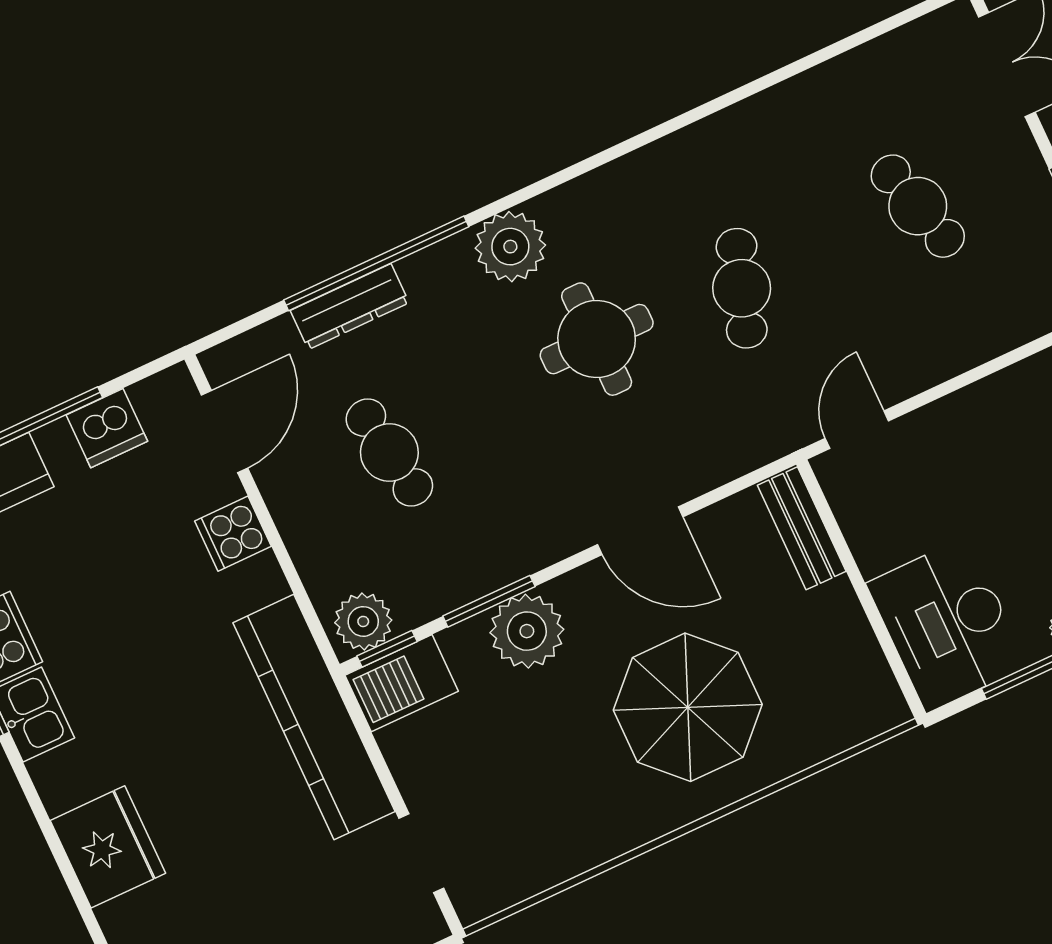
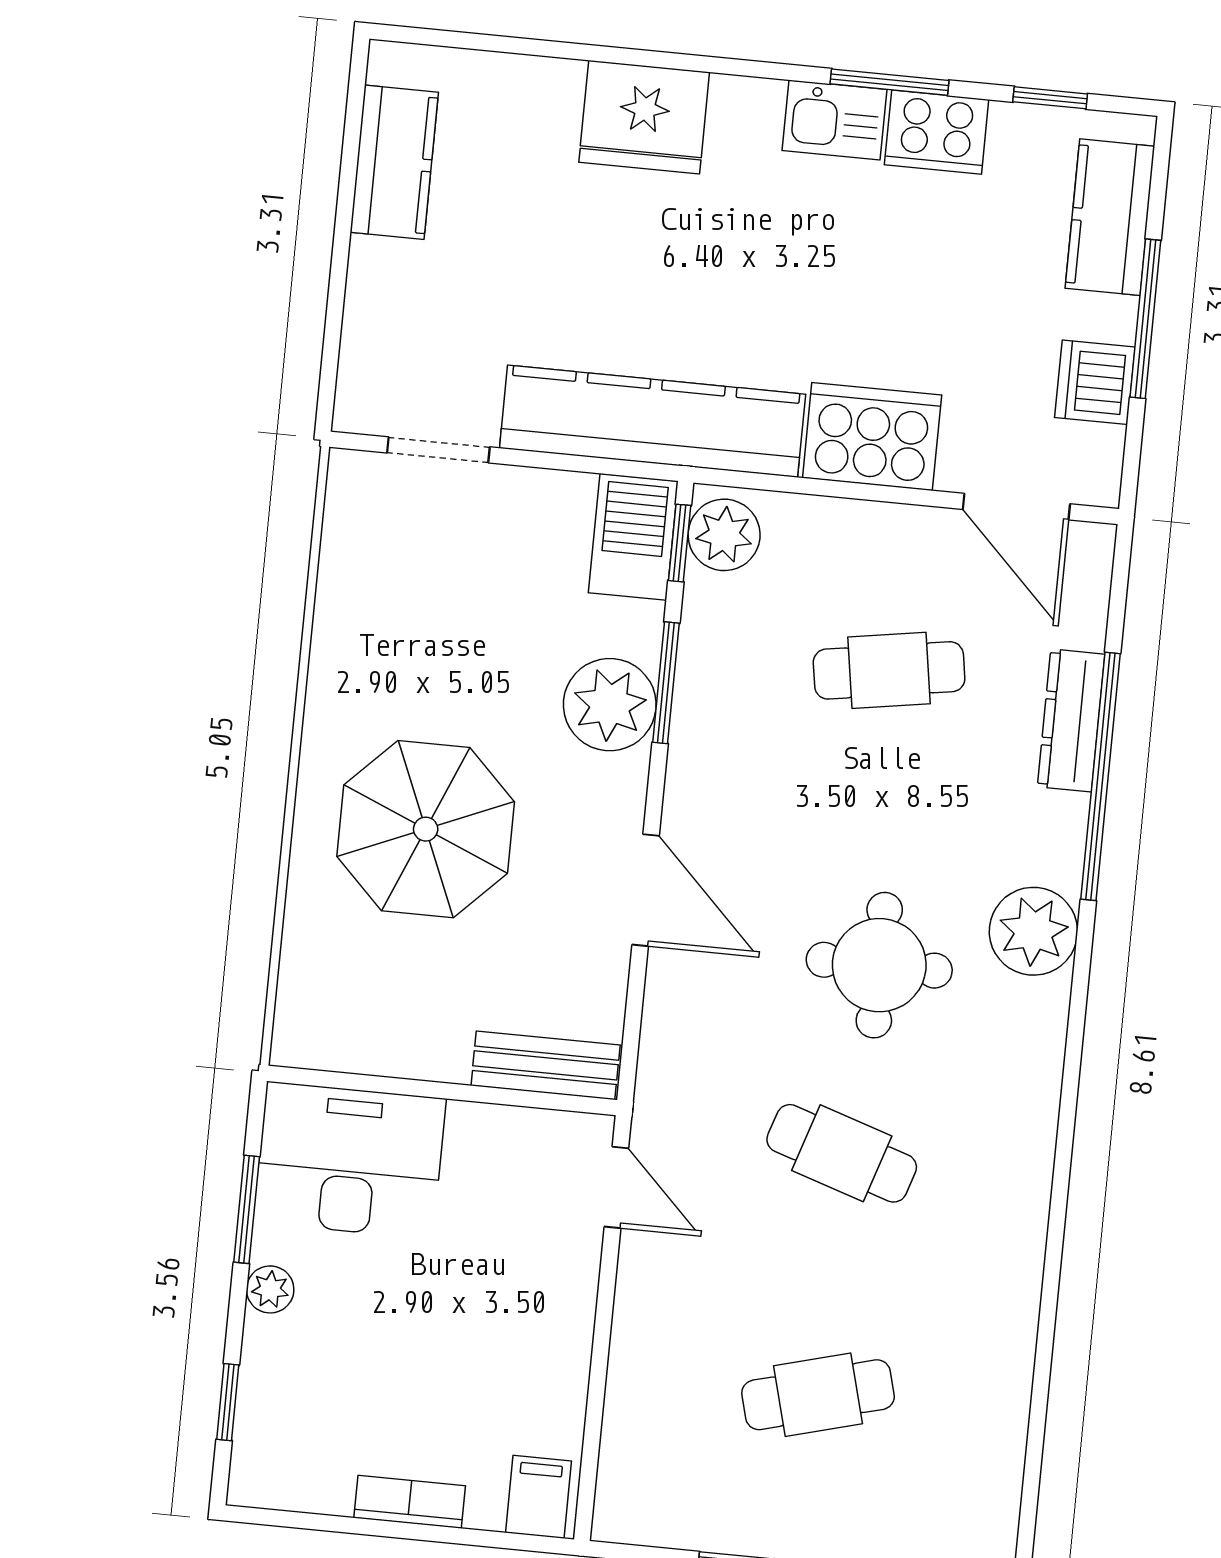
door: (640, 531) -> (646, 890), swing flipped
cooker: (233, 534) -> (872, 436), width x1.87, depth x1.31

